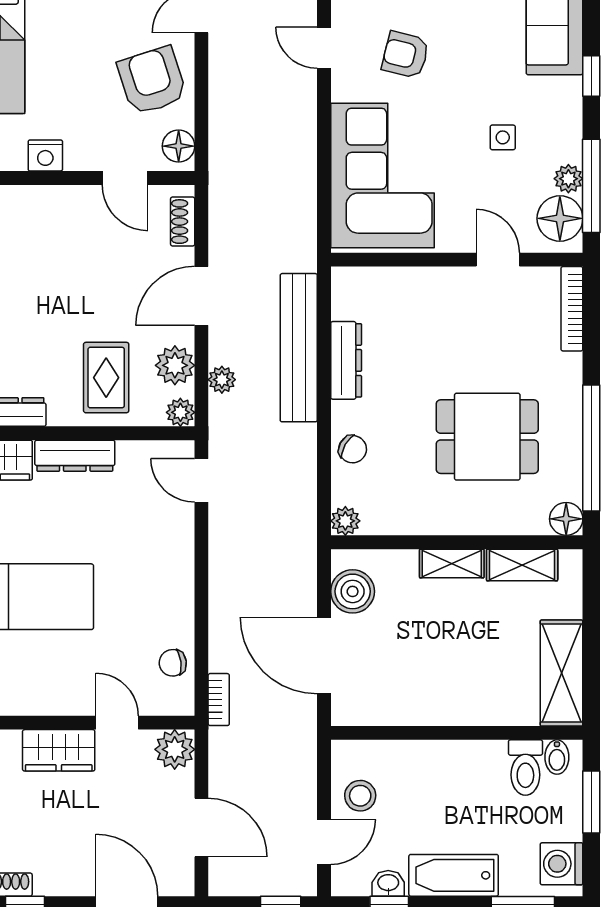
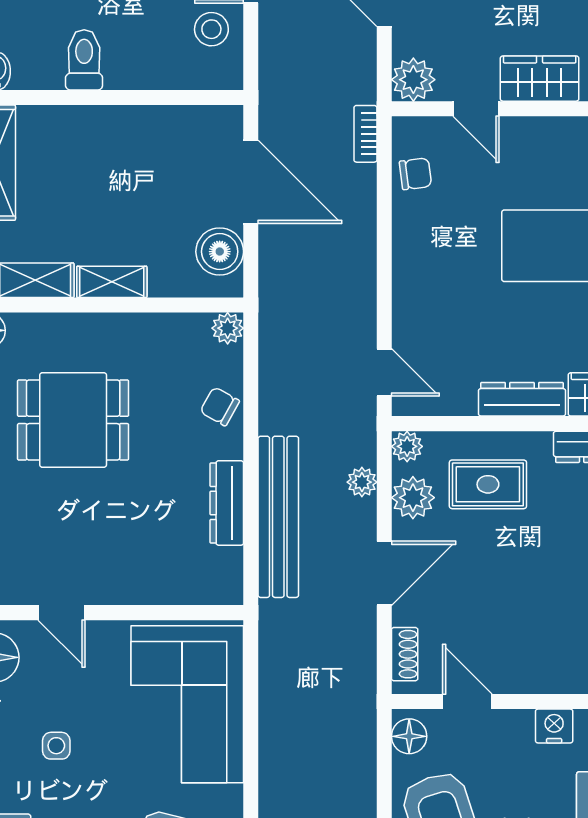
rug: (106, 378) -> (488, 484), turned 90
toilet: (525, 768) -> (84, 60), moved

